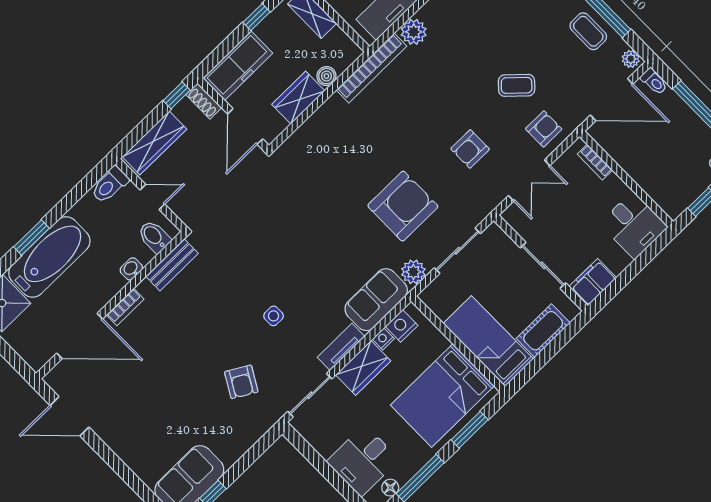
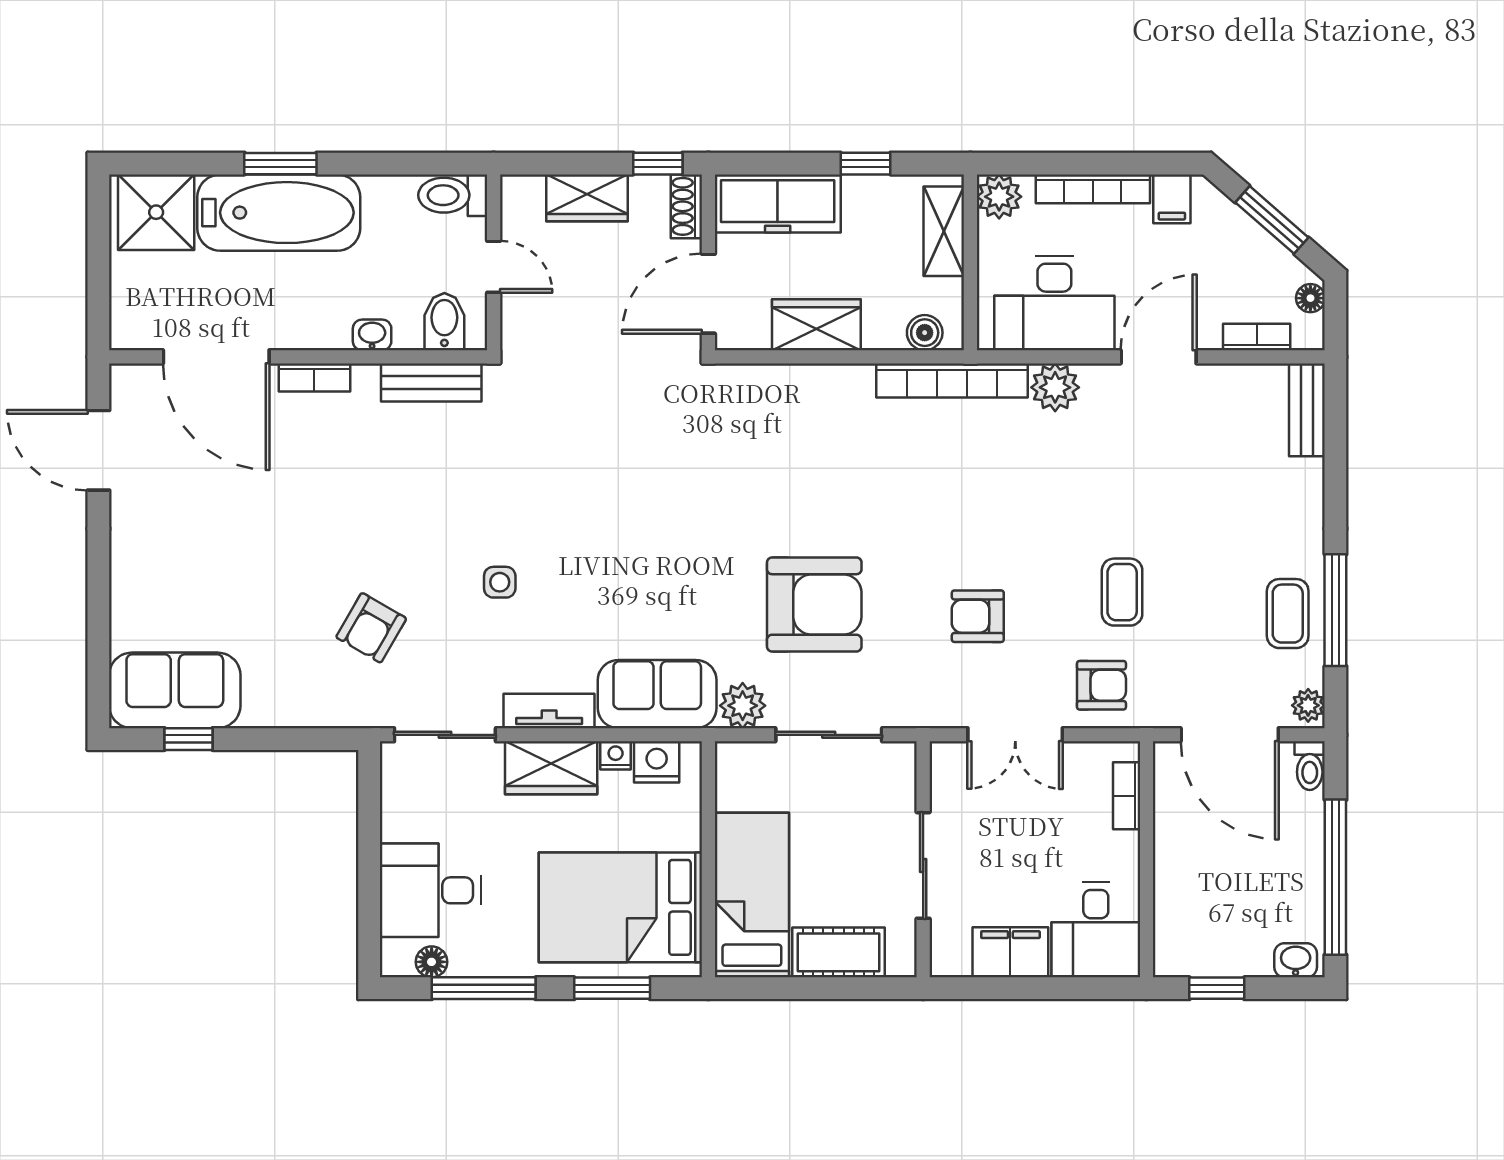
boiler: (326, 76) -> (925, 333), moved
coffee table: (517, 85) -> (1122, 592), turned 47
wardrobe: (155, 143) -> (587, 198), width x0.67
filing cabinet: (593, 282) -> (1010, 952), moved

